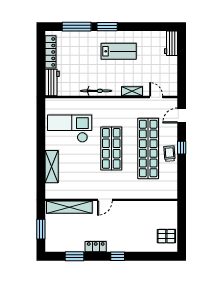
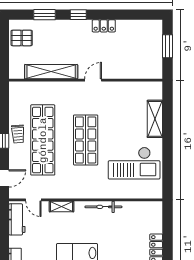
workbench: (52, 82) -> (17, 219), moved, turned 180
shelving: (69, 207) -> (51, 72), moved
window: (75, 256) -> (45, 15), moved

